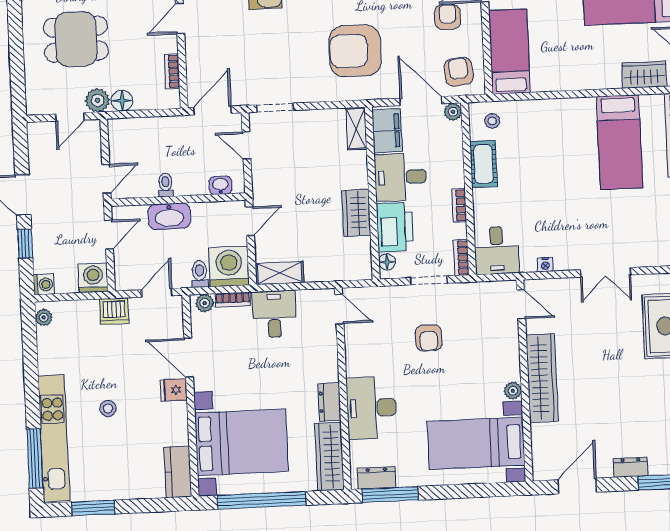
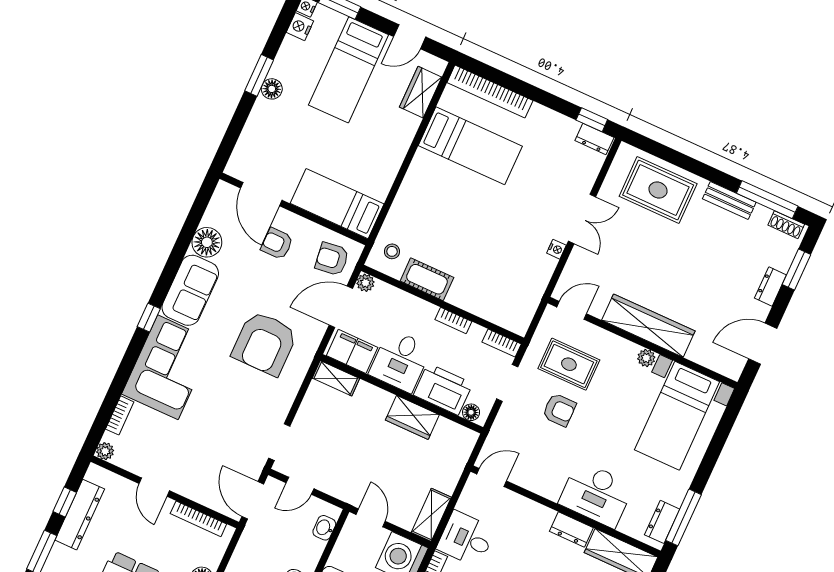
bookcase: (172, 71) -> (198, 519), width x1.56
desk: (497, 250) -> (511, 307), removed
nightstand: (545, 265) -> (556, 249), moved
rug: (473, 326) -> (569, 364), added
door: (577, 486) -> (763, 344), hinge flipped

